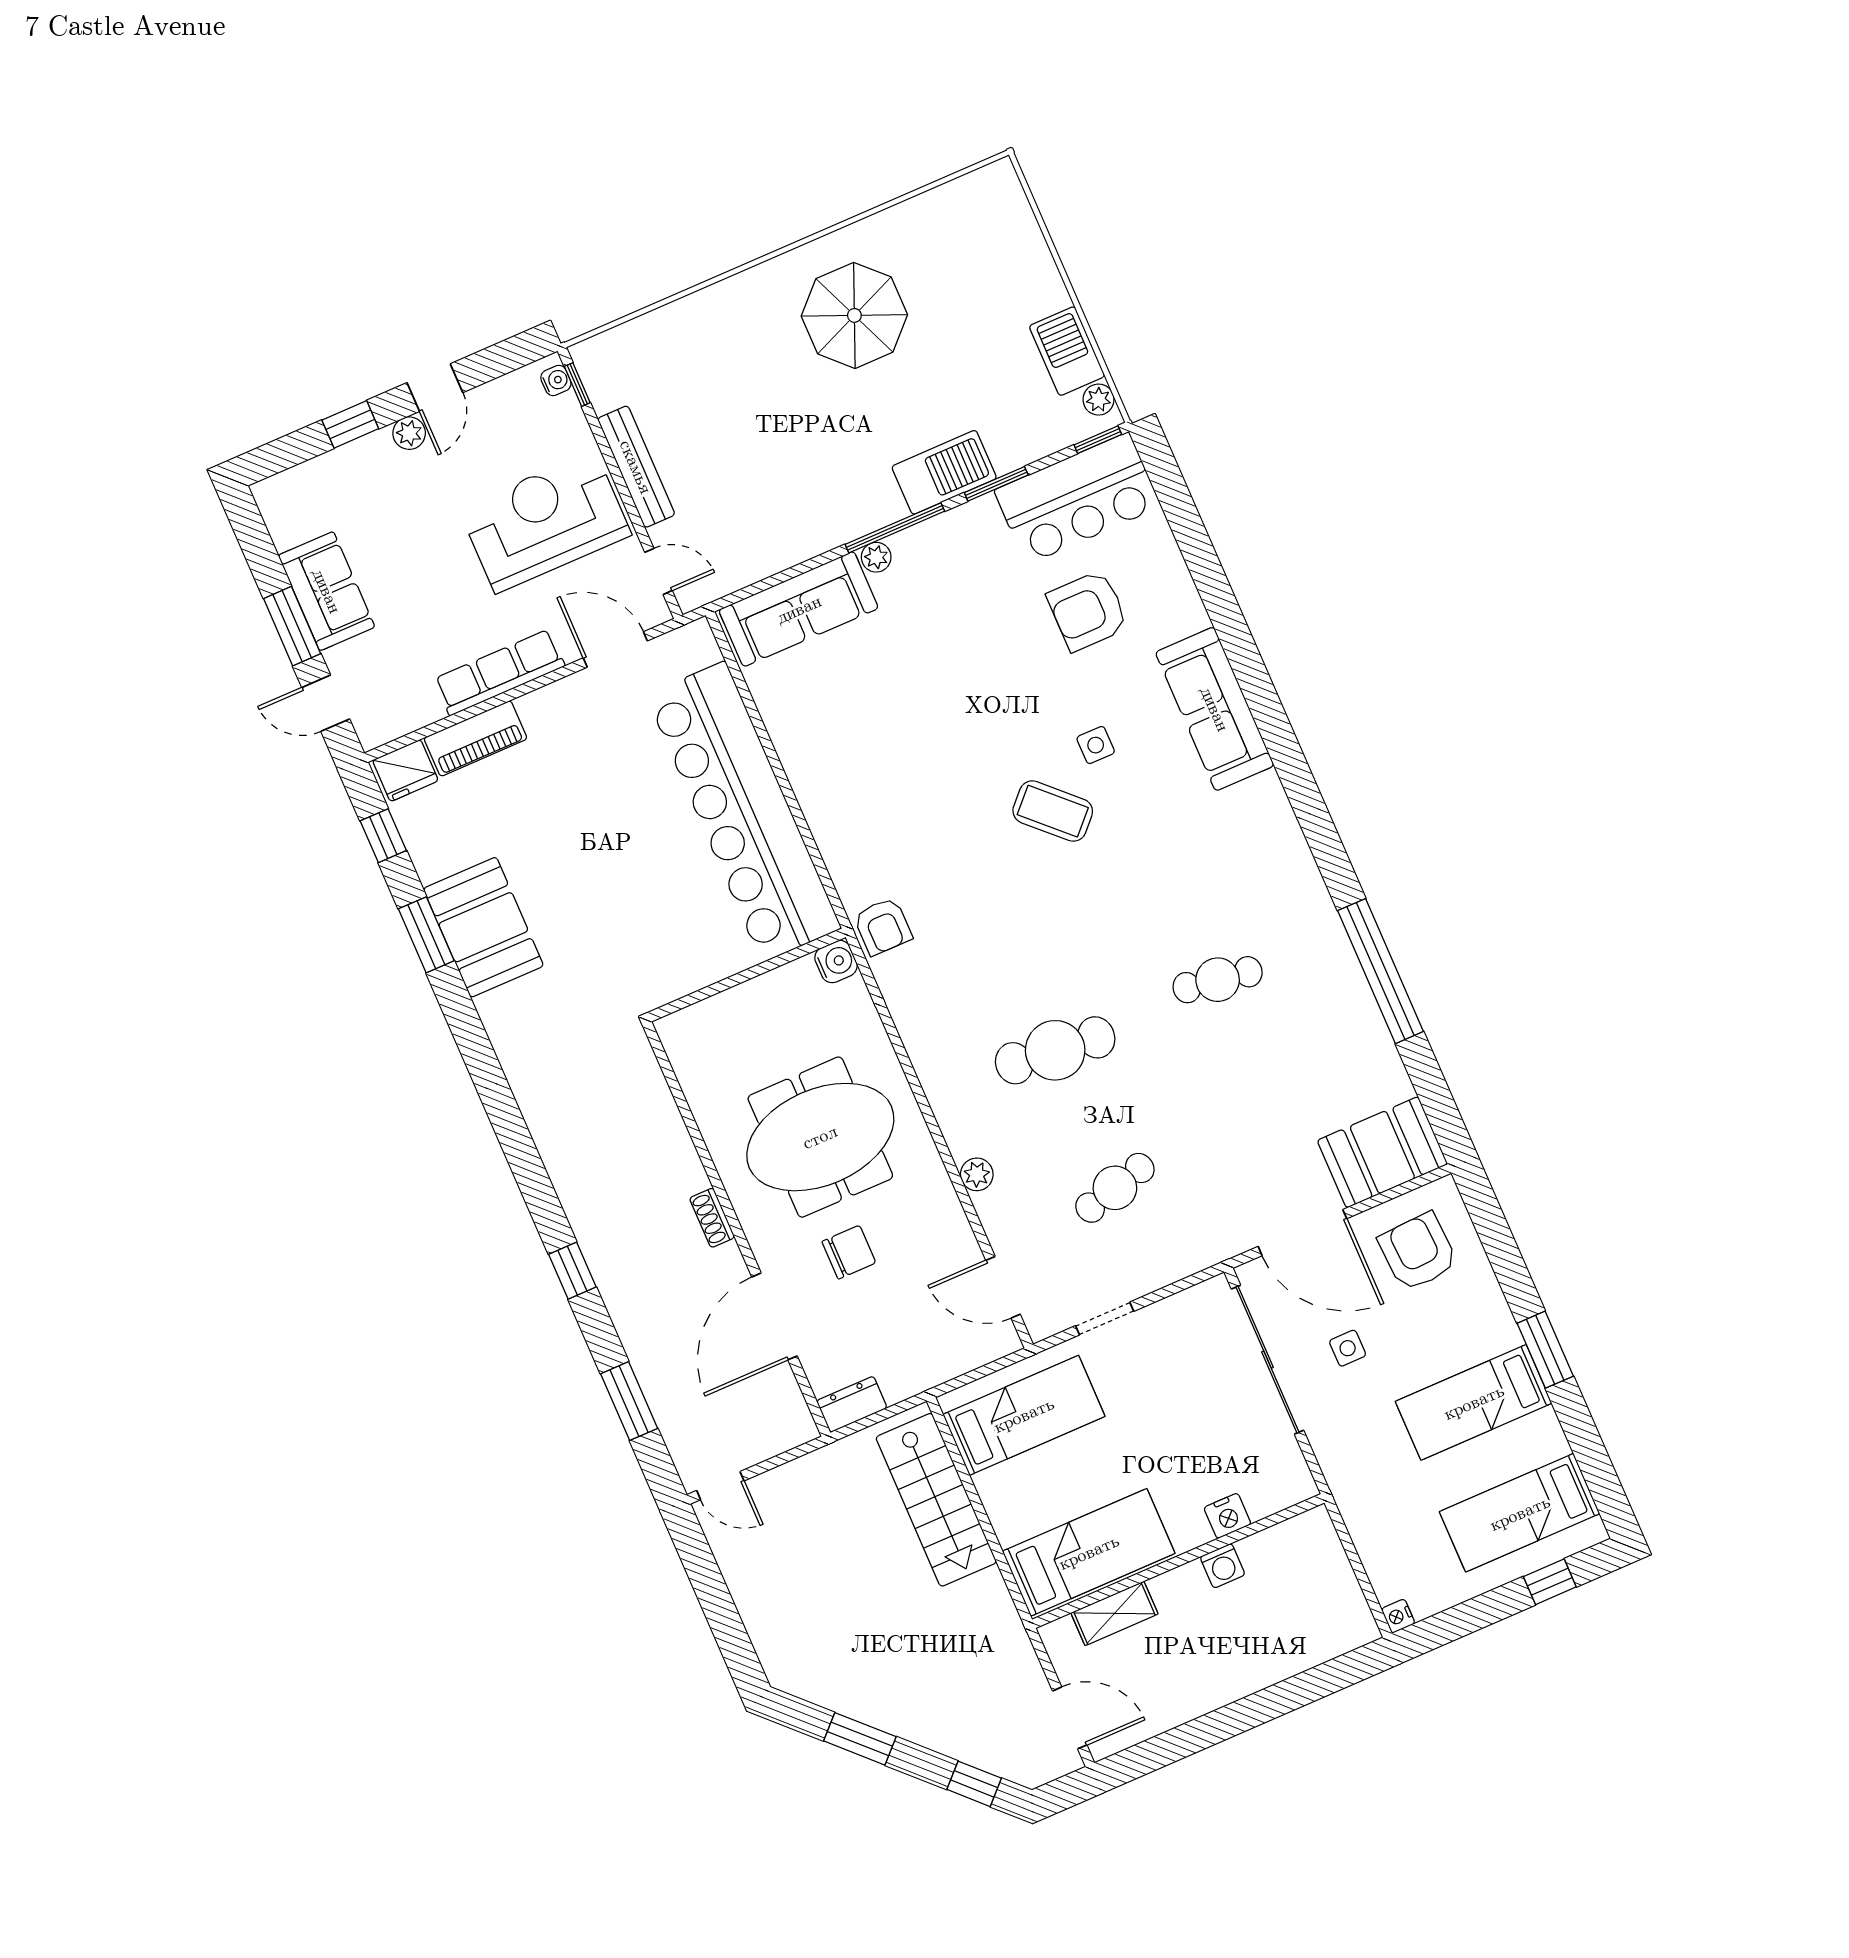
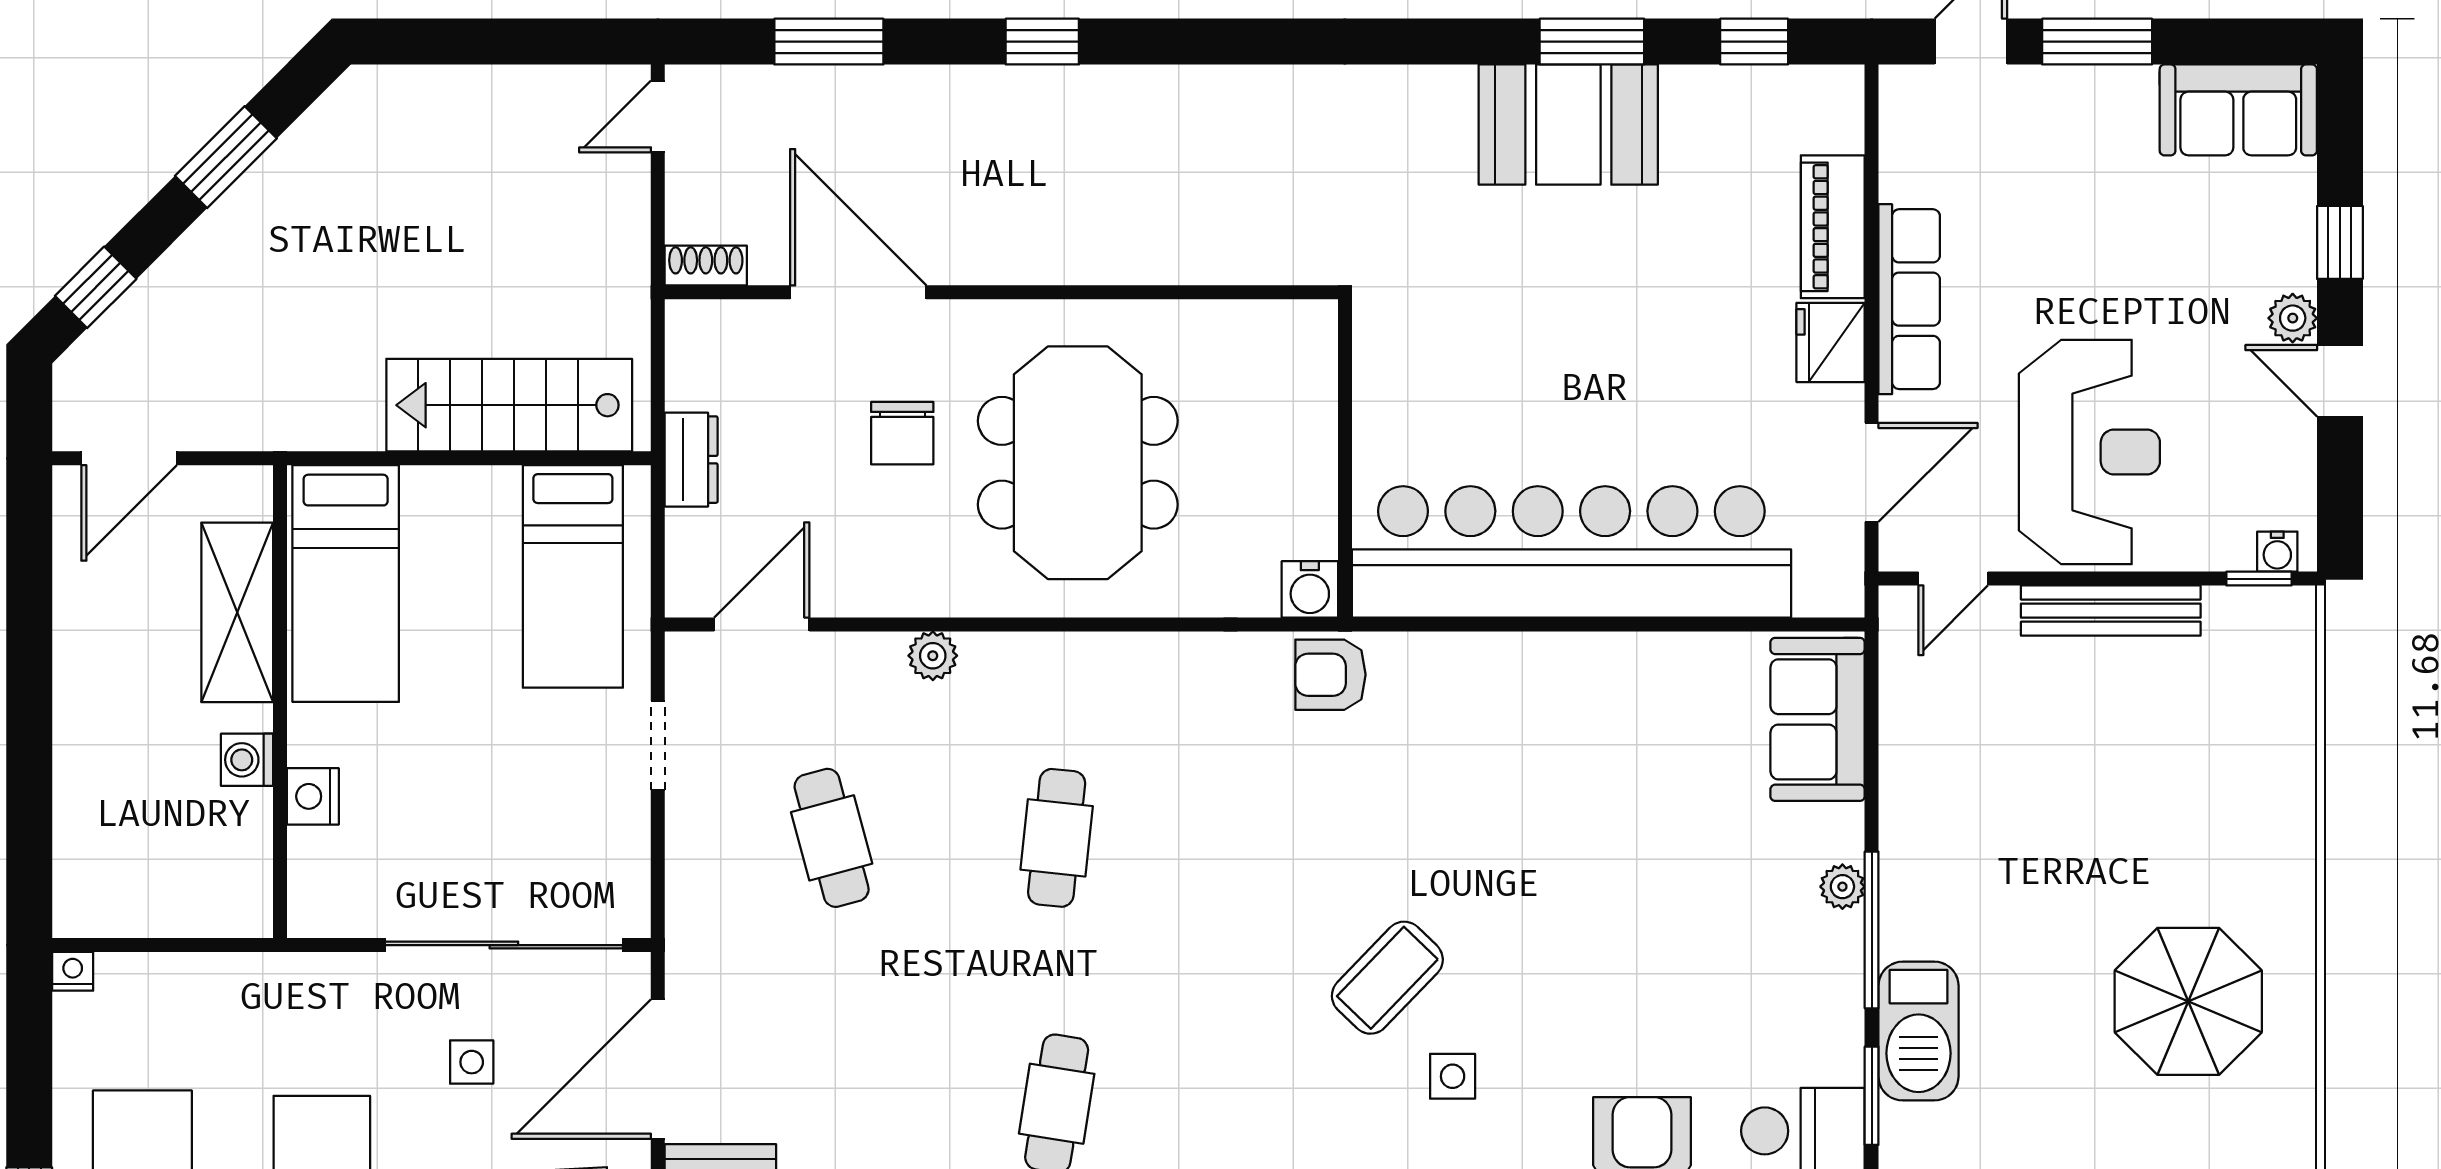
sofa: (327, 591) -> (2238, 110), moved
sofa: (799, 609) -> (1818, 719), width x0.73
fridge: (405, 770) -> (1831, 342), moved
cafe table: (1055, 1050) -> (1057, 838), width x0.73, depth x0.74
shoe rack: (712, 1218) -> (706, 266), moved
dresser: (852, 1404) -> (691, 460), moved
shelving: (1114, 1613) -> (237, 612), width x1.50, depth x1.33

